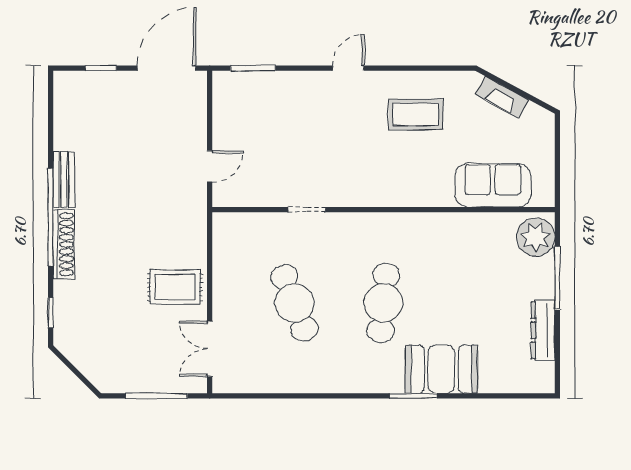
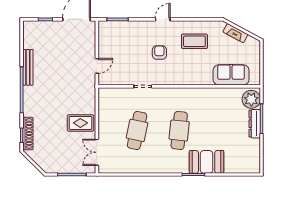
armchair: (342, 138) -> (159, 52), added
bench: (64, 180) -> (28, 67), width x1.36
shoe rack: (64, 244) -> (28, 133), moved
cafe table: (294, 303) -> (137, 130), turned 33
dresser: (543, 330) -> (255, 124), moved

